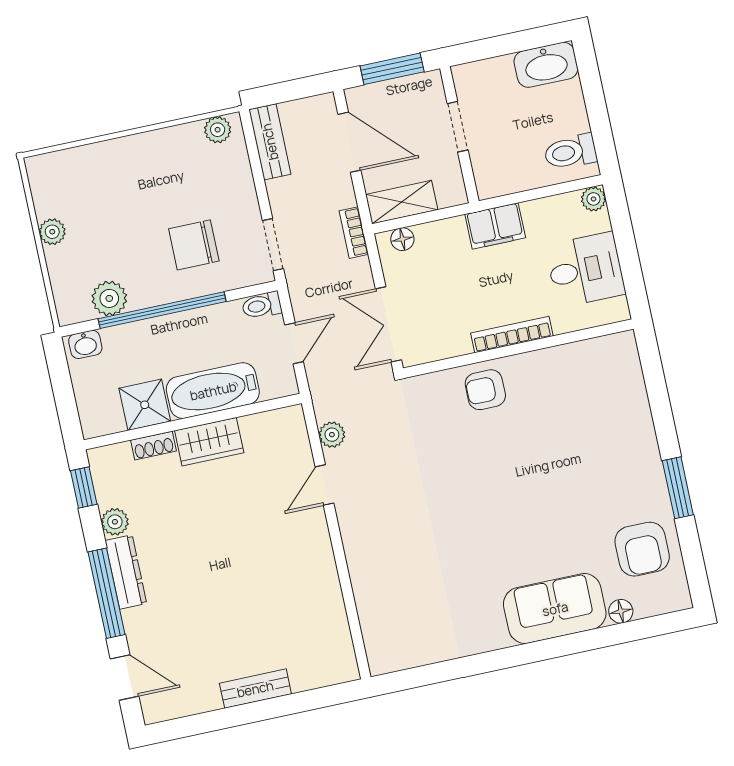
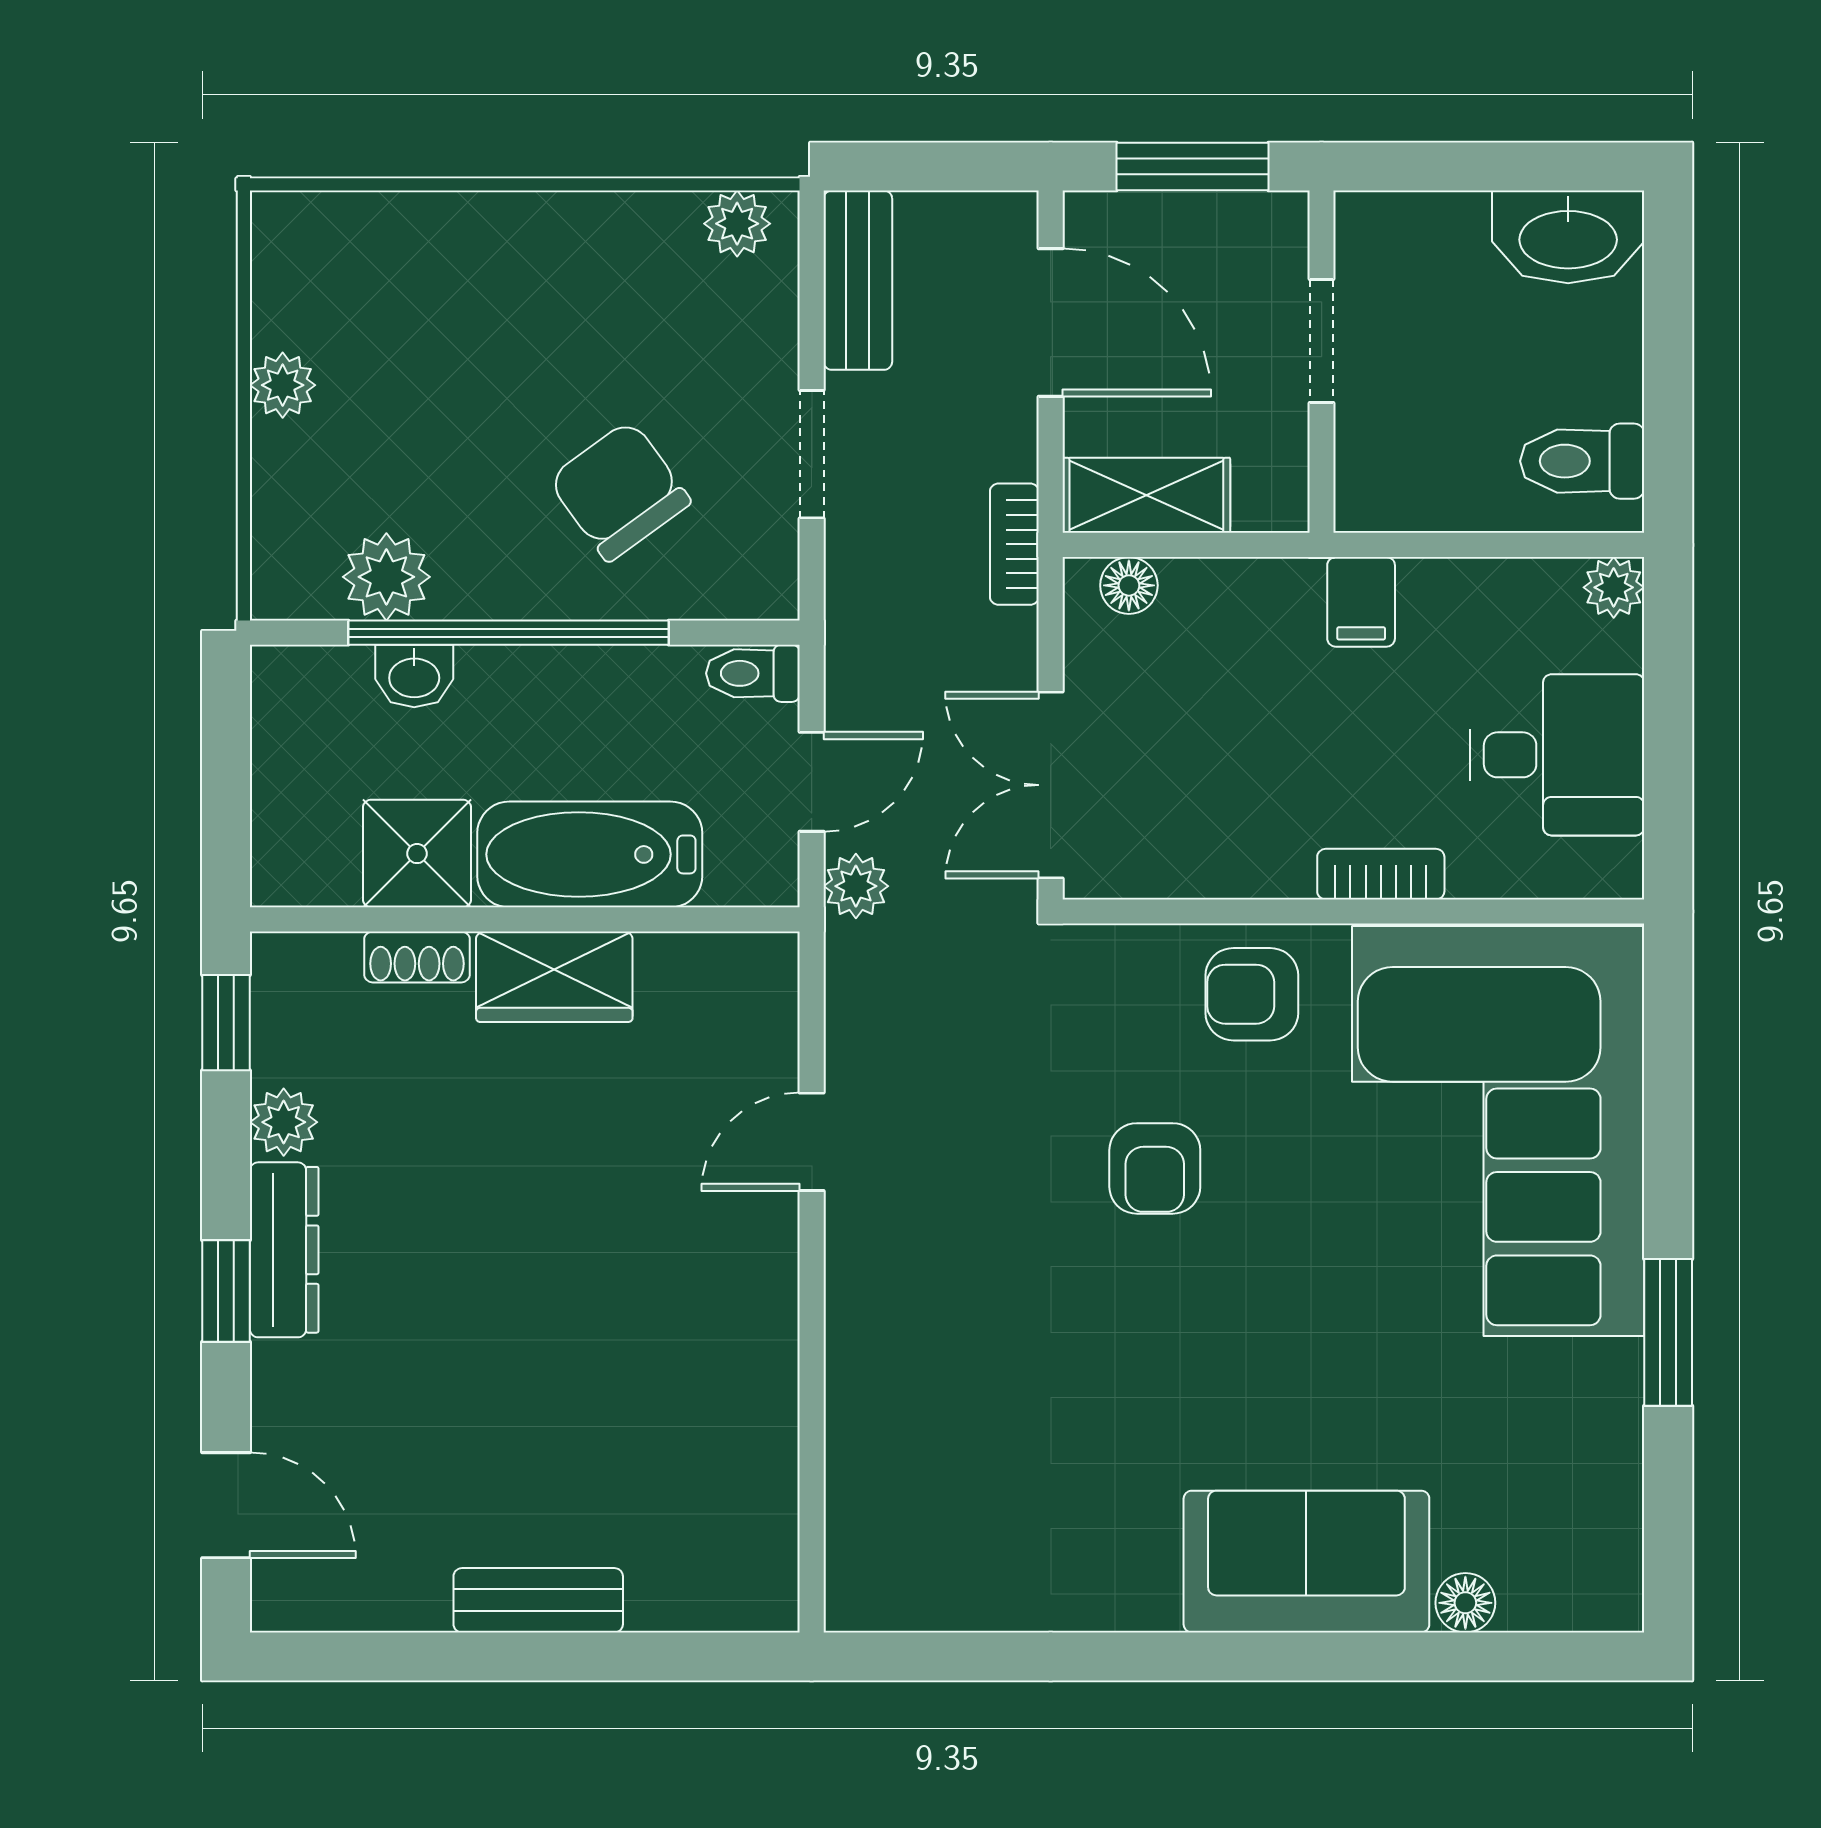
filing cabinet: (495, 226) -> (1361, 602), width x0.50
chair: (194, 245) -> (619, 491), turned 54
doorway: (273, 245) -> (812, 454), moved
bookcase: (512, 335) -> (1381, 874), width x0.64
washbasin: (85, 344) -> (414, 676), moved
corner sofa: (594, 423) -> (1498, 1131), added
plant: (332, 435) -> (856, 886), moved
armchair: (642, 549) -> (1155, 1168), moved, width x0.72, depth x0.72
window: (106, 593) -> (226, 1291), width x0.46

